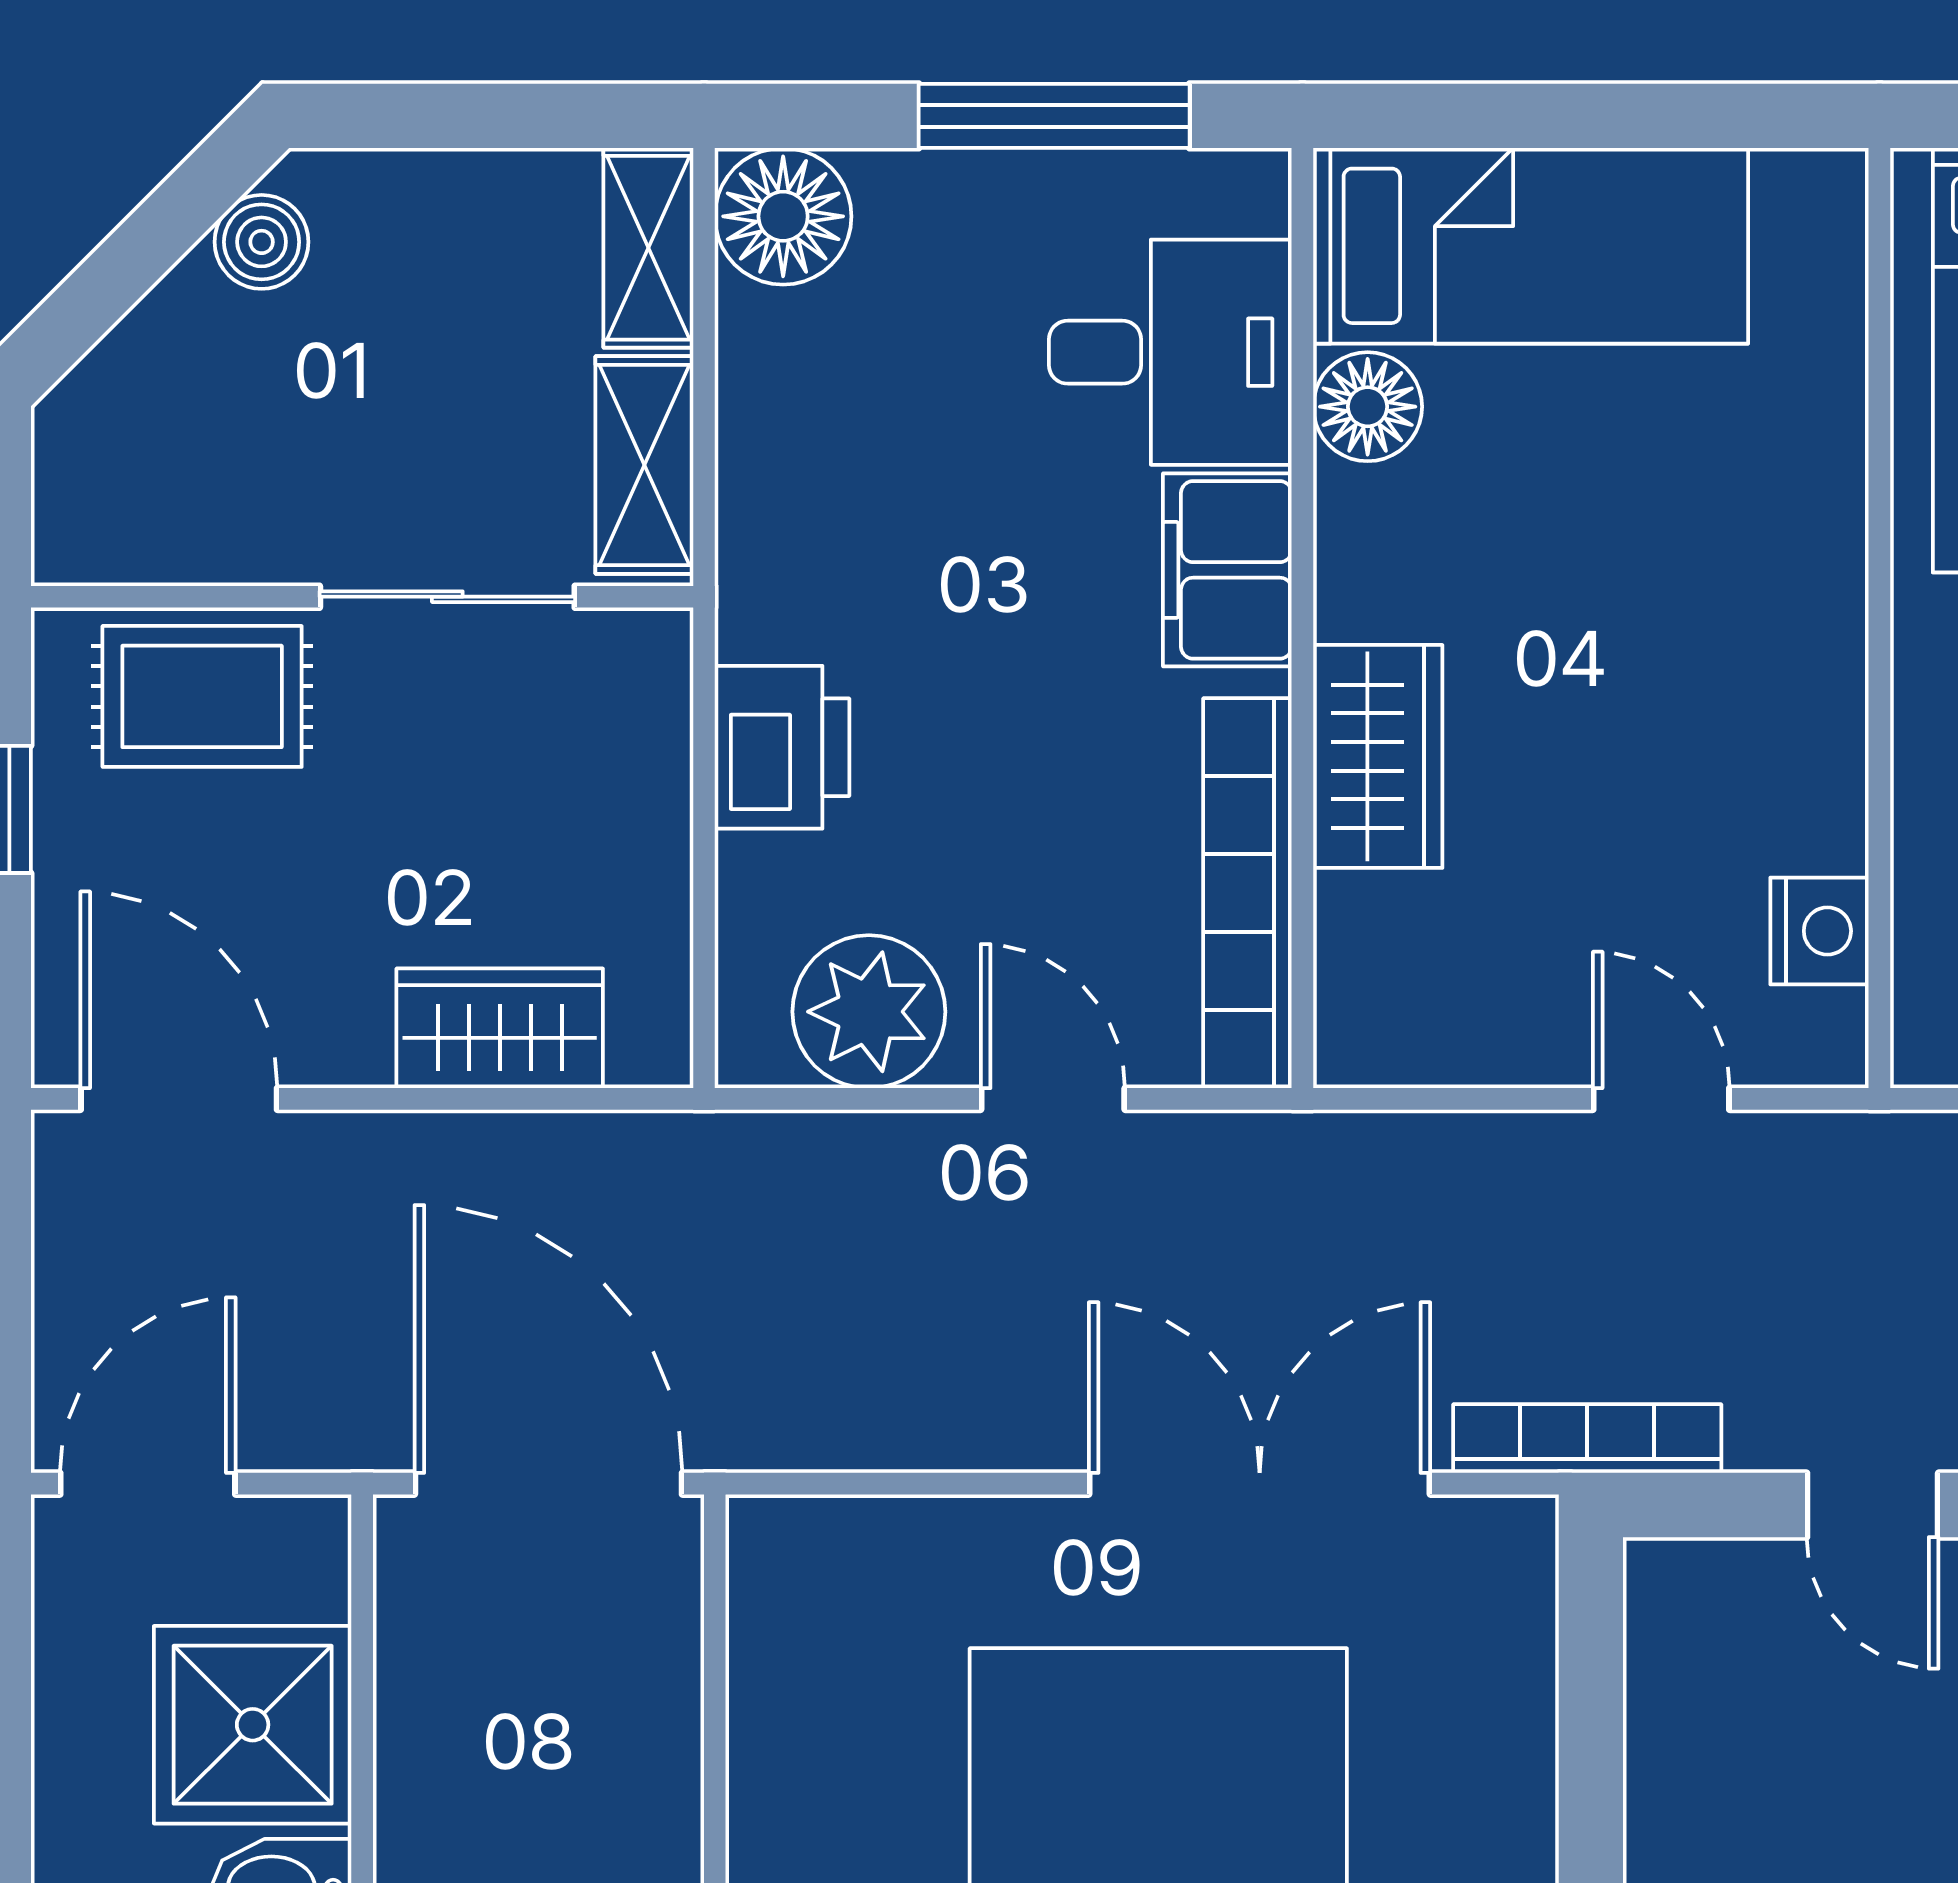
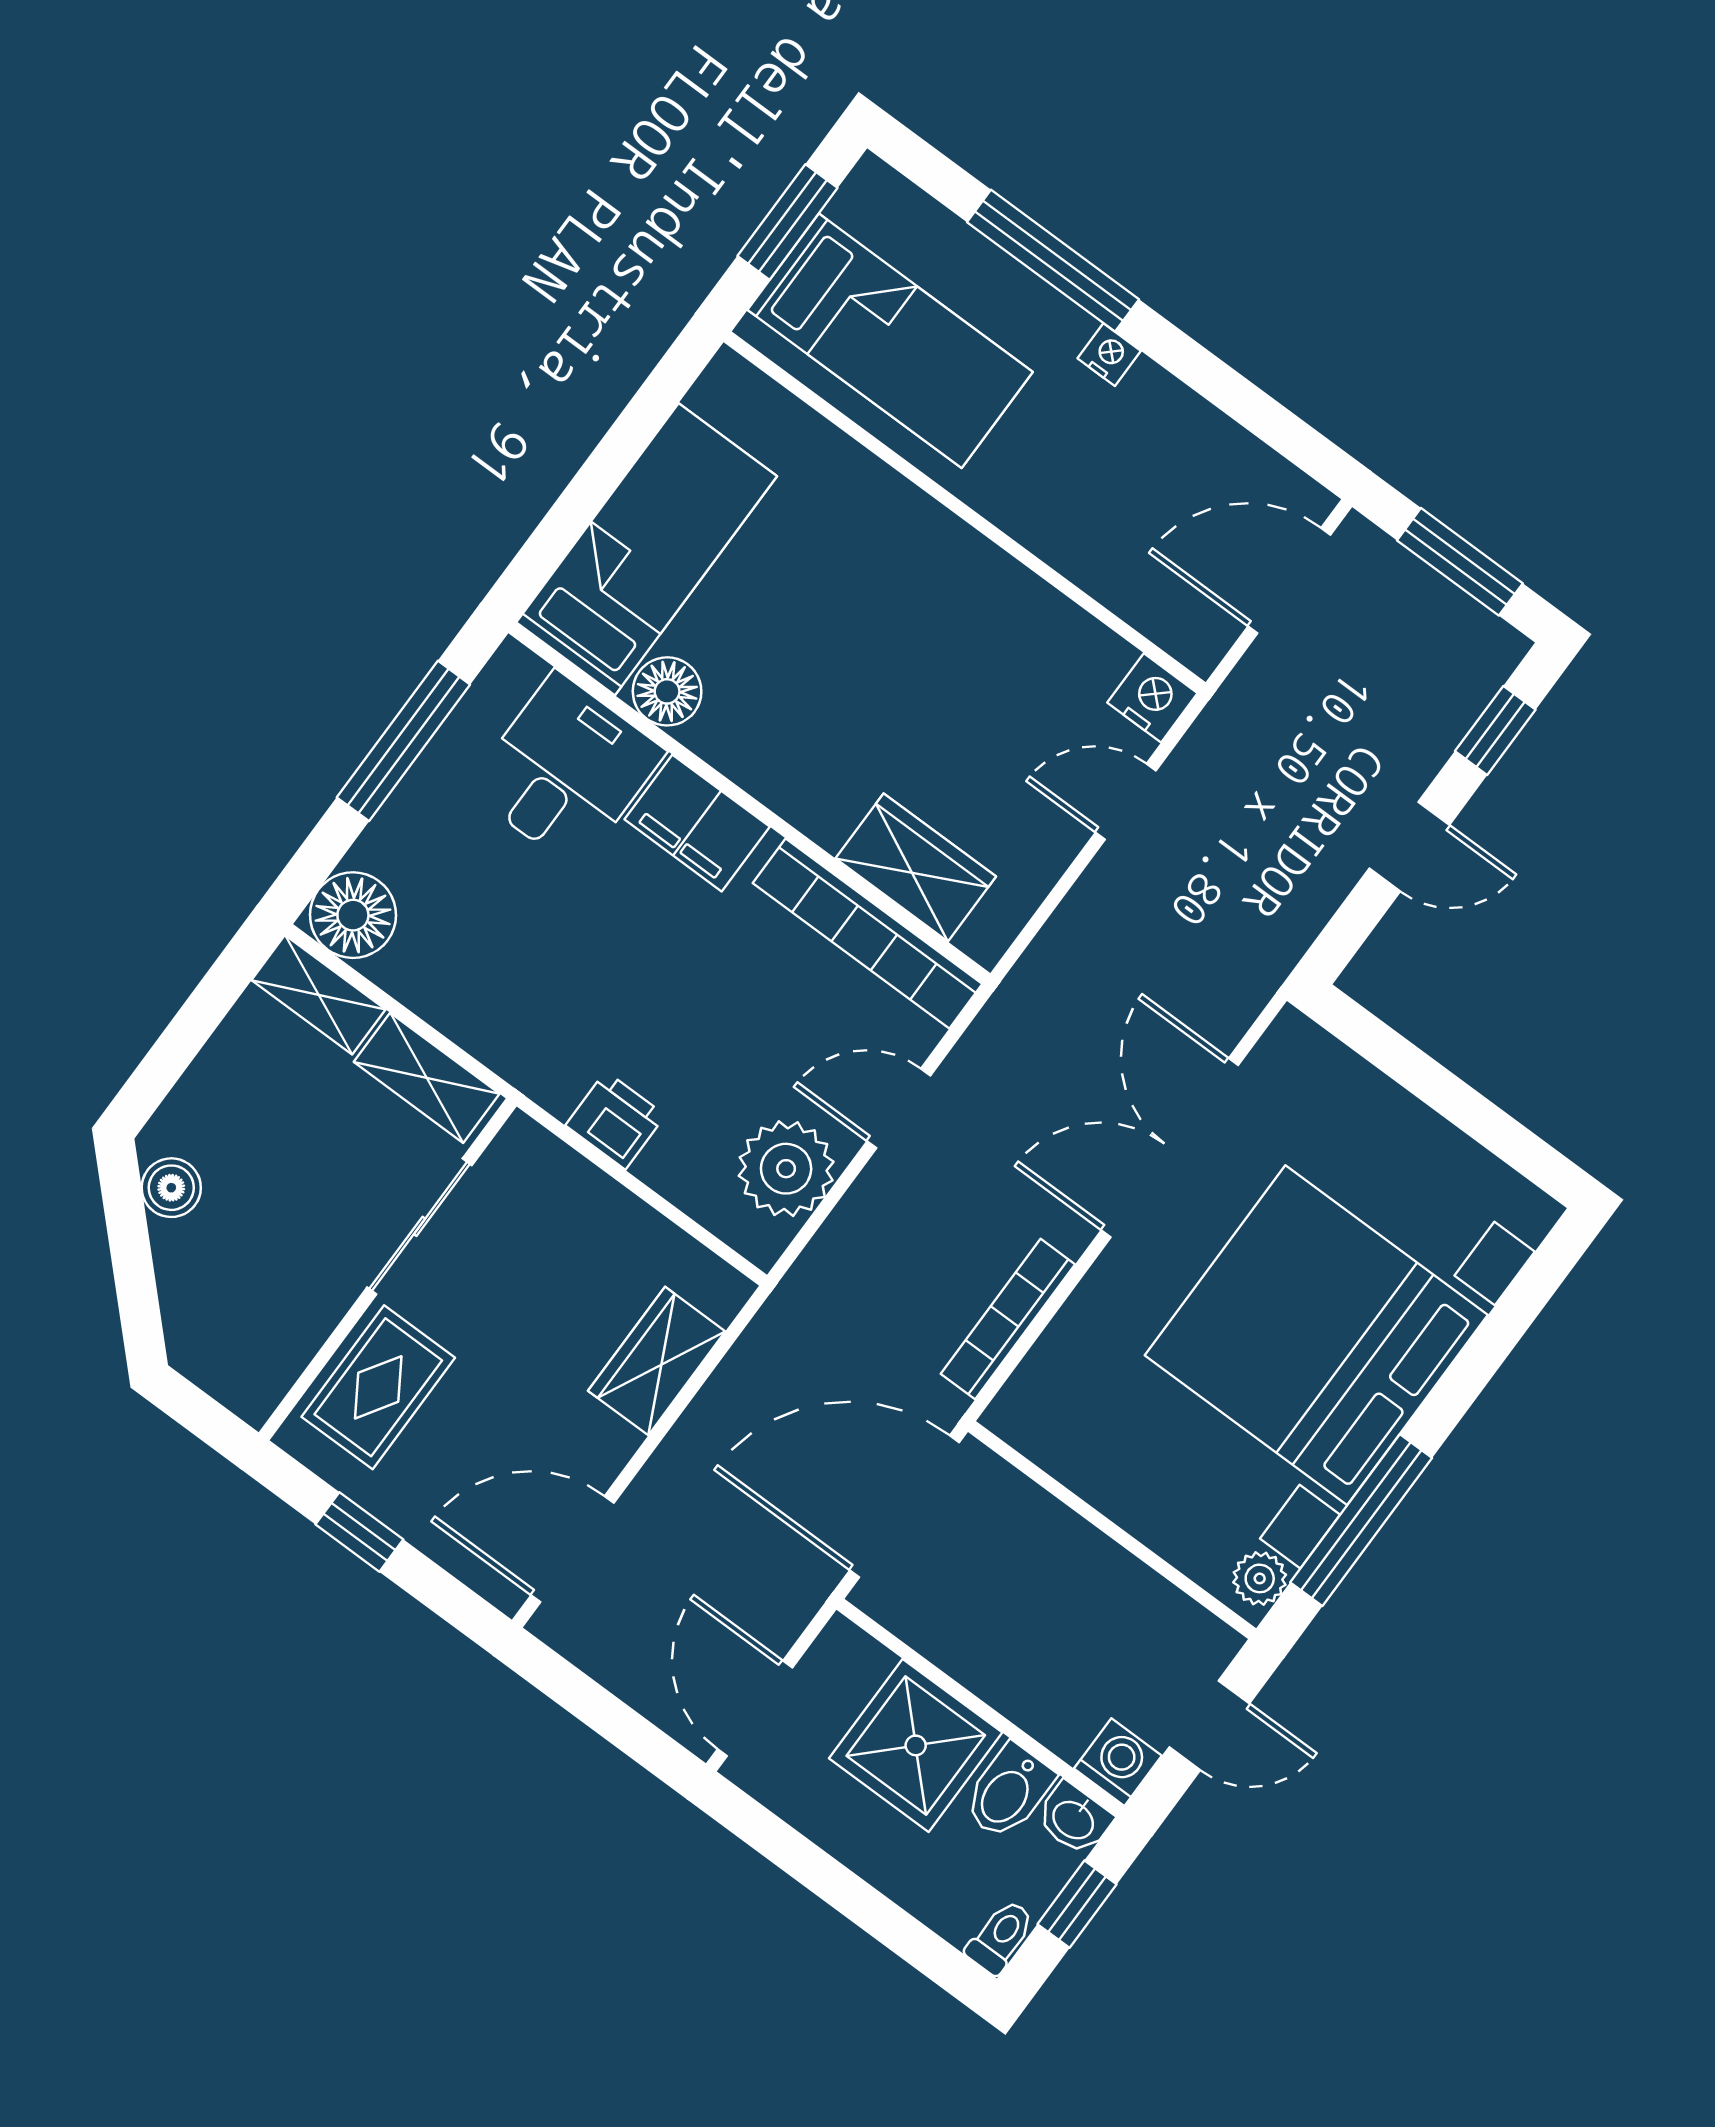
printer: (782, 747) -> (615, 1120), width x0.73, depth x0.81
wardrobe: (1378, 756) -> (916, 867), moved
nightstand: (1820, 931) -> (1152, 698), moved
bookcase: (1587, 1439) -> (1008, 1319), moved

